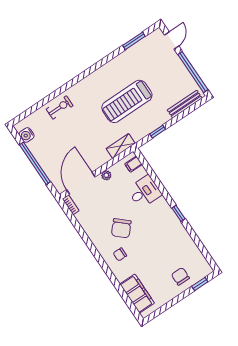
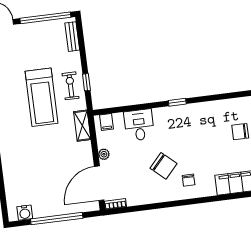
bench: (185, 104) -> (72, 37), width x0.73
exercise bike: (60, 107) -> (70, 86), moved
door: (81, 183) -> (99, 183), hinge flipped

